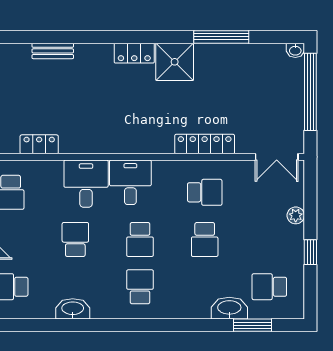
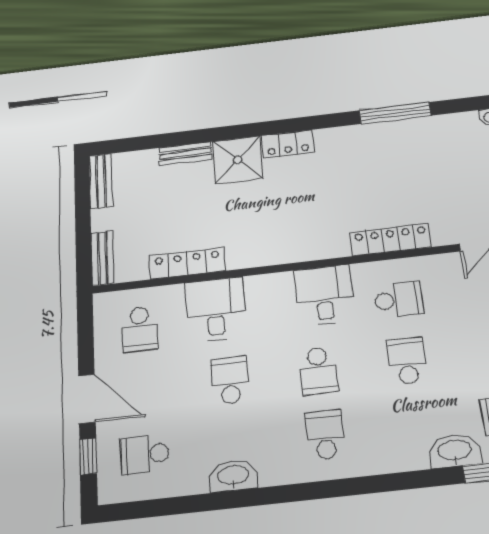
shower: (175, 62) -> (238, 160), moved
locker: (39, 144) -> (187, 263), width x1.53
desk: (130, 182) -> (324, 295), moved
desk: (86, 184) -> (215, 309), moved
school desk: (205, 240) -> (407, 361), turned 180

